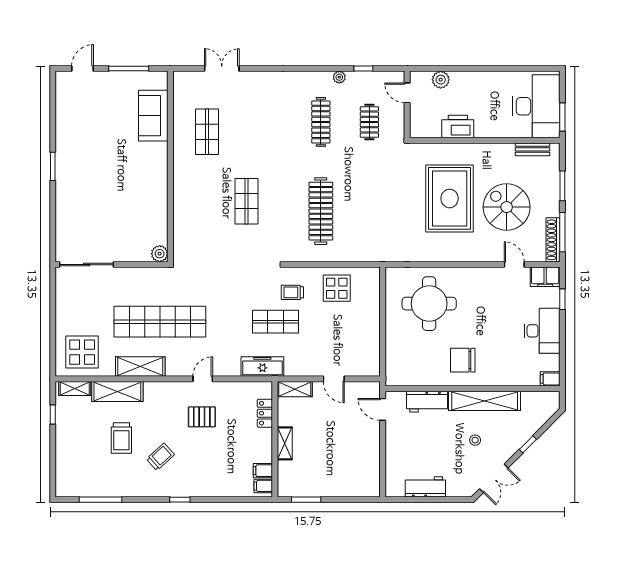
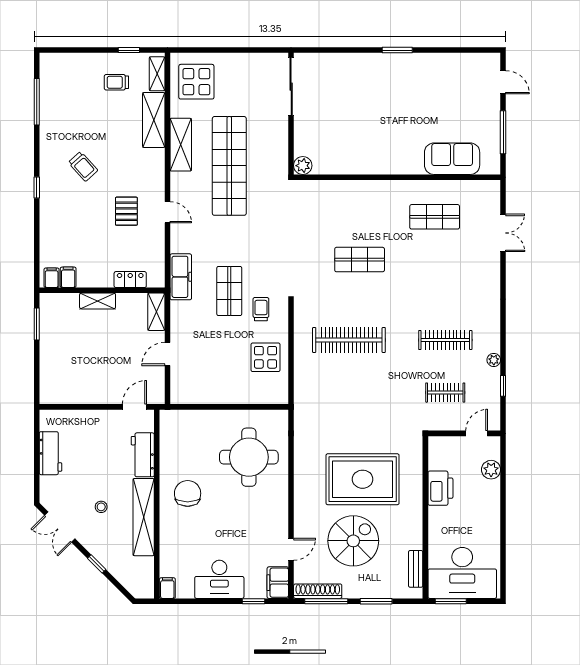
trolley: (121, 438) -> (116, 82), moved, width x0.73, depth x0.72

